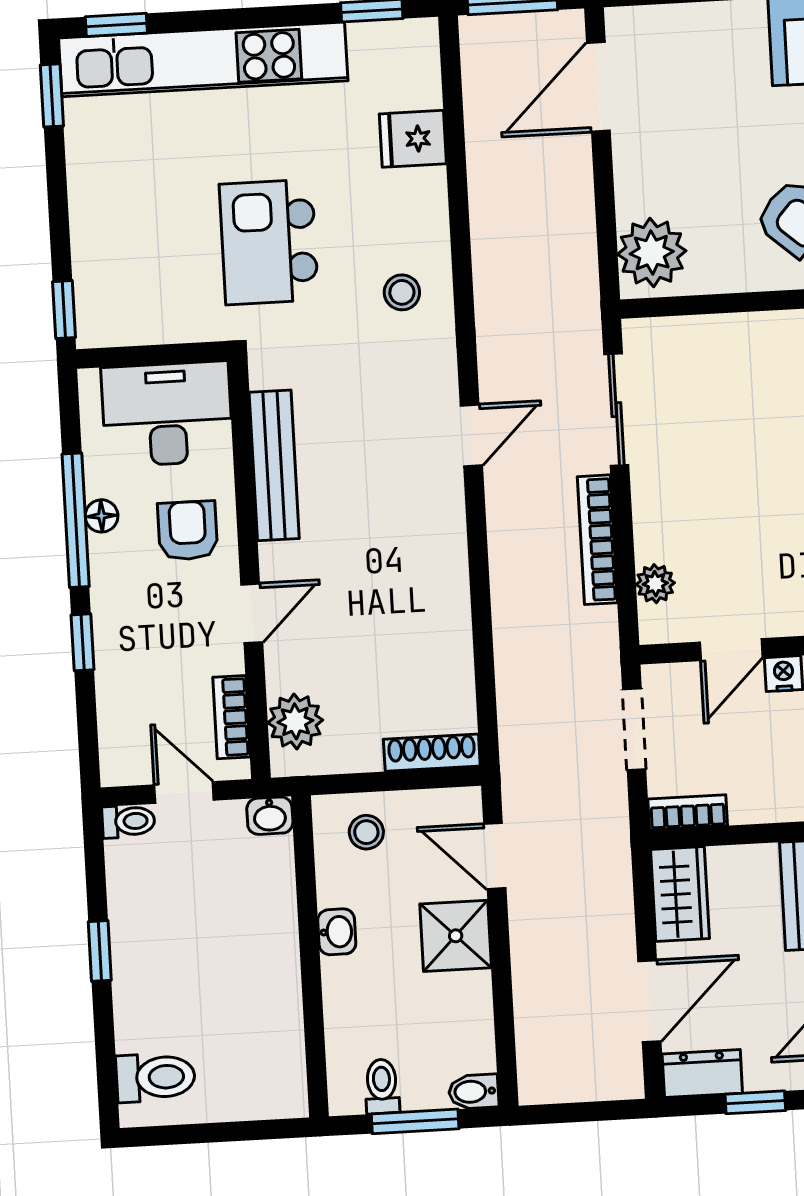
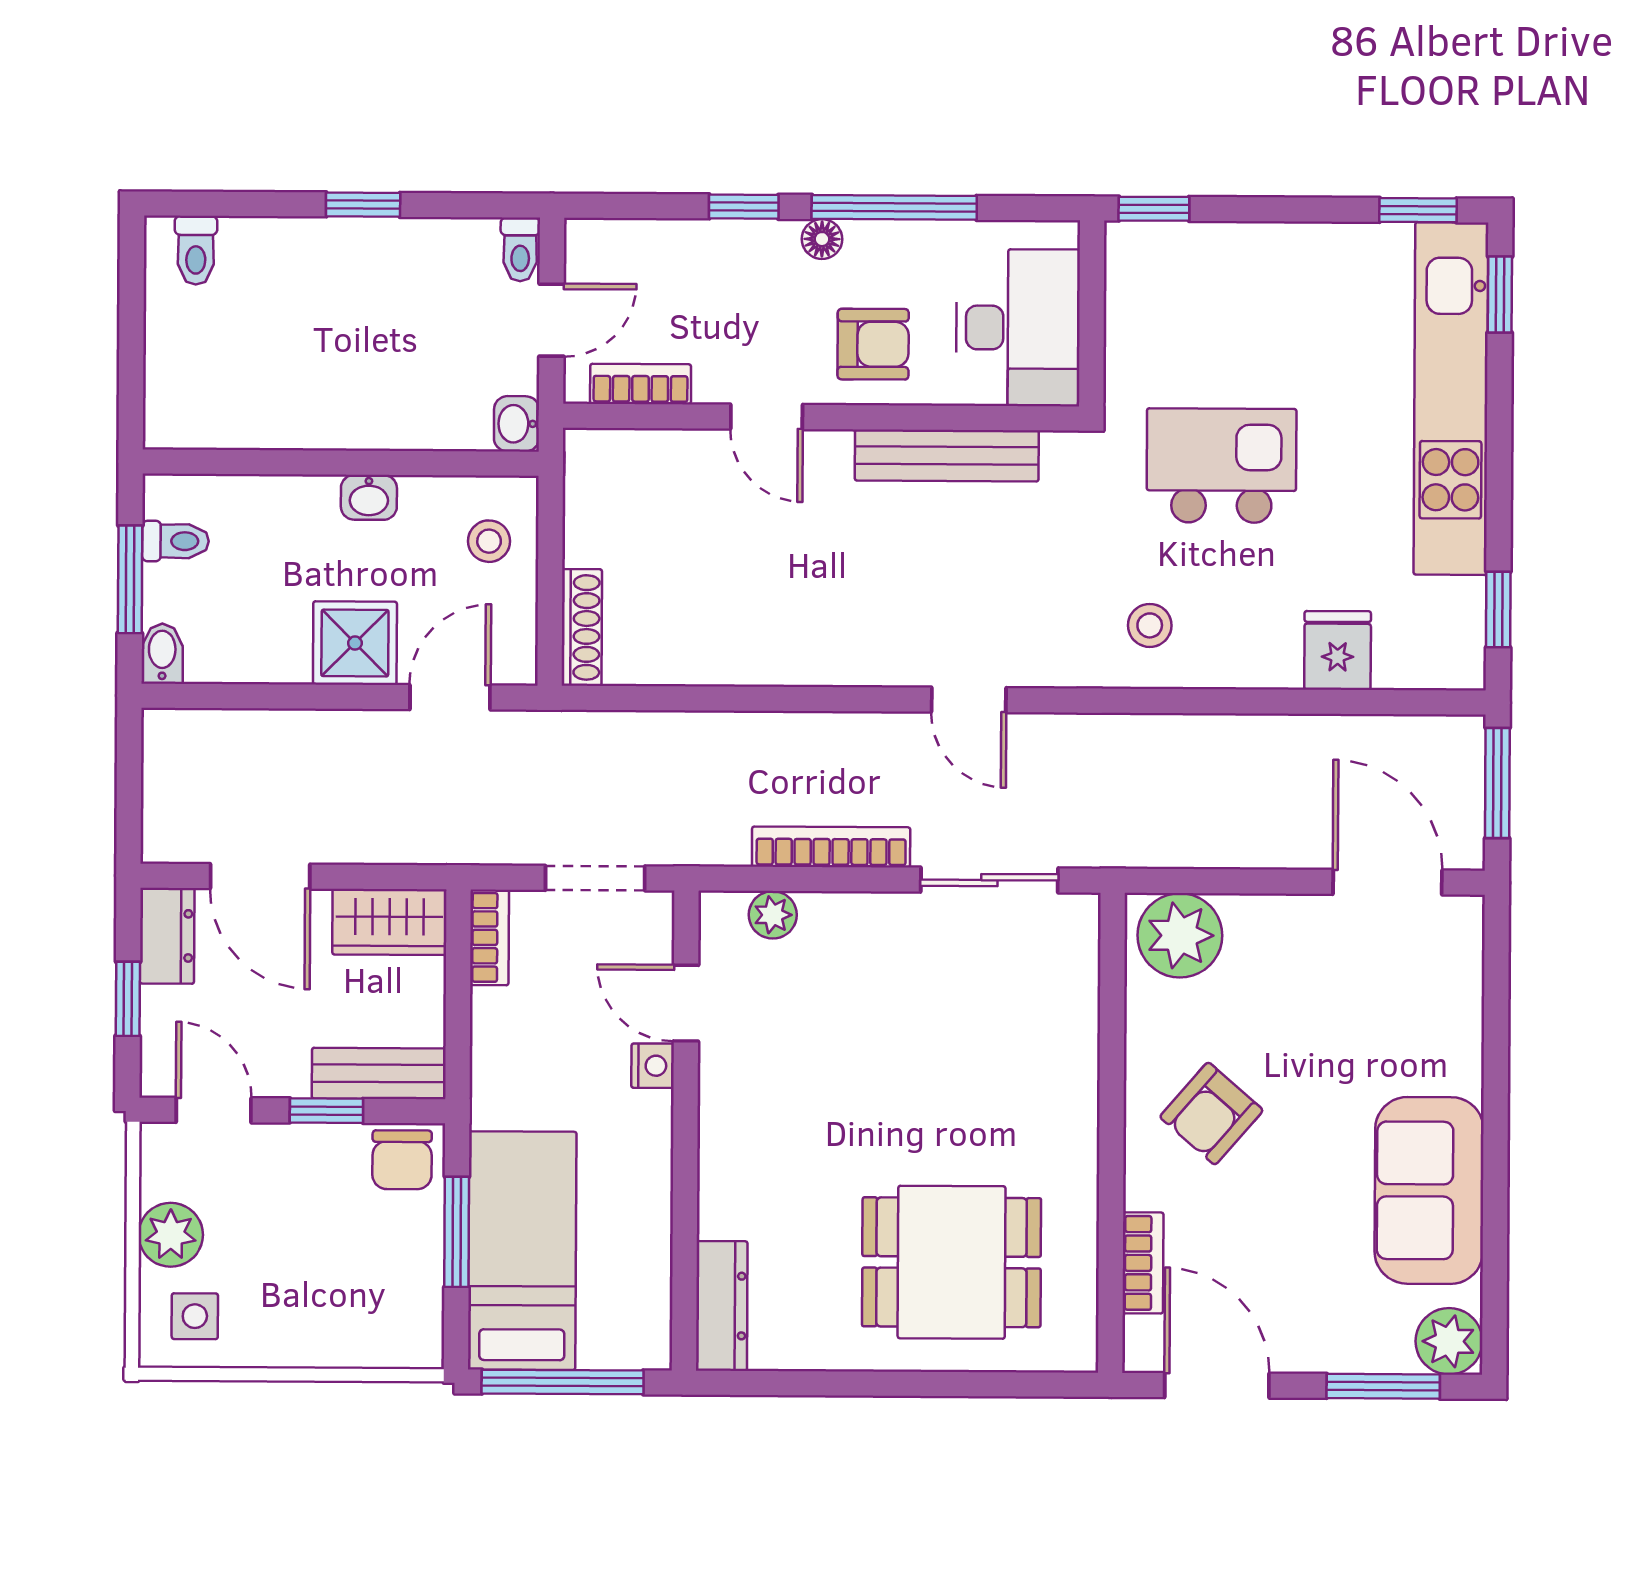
floor lamp: (102, 516) -> (822, 239), moved
plant: (295, 721) -> (630, 462), removed
toilet: (156, 1077) -> (196, 250), width x0.73, depth x0.72

